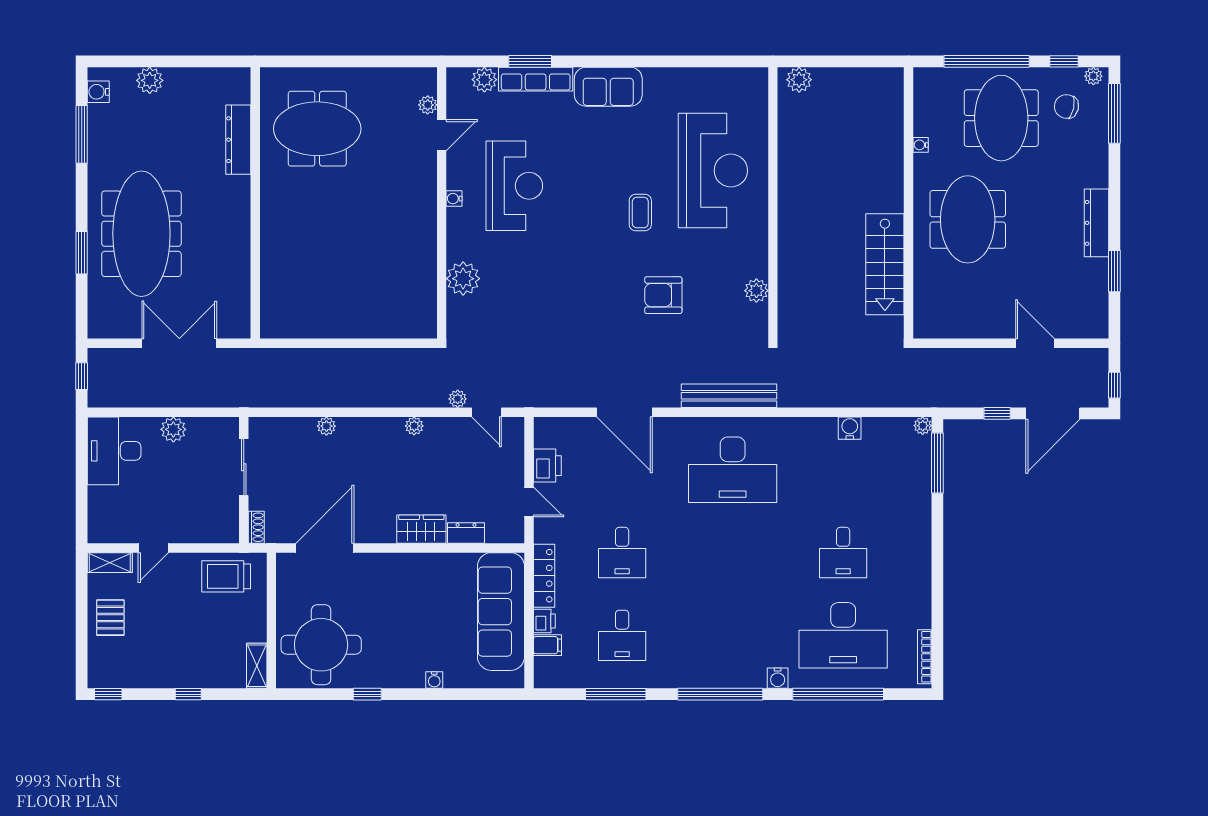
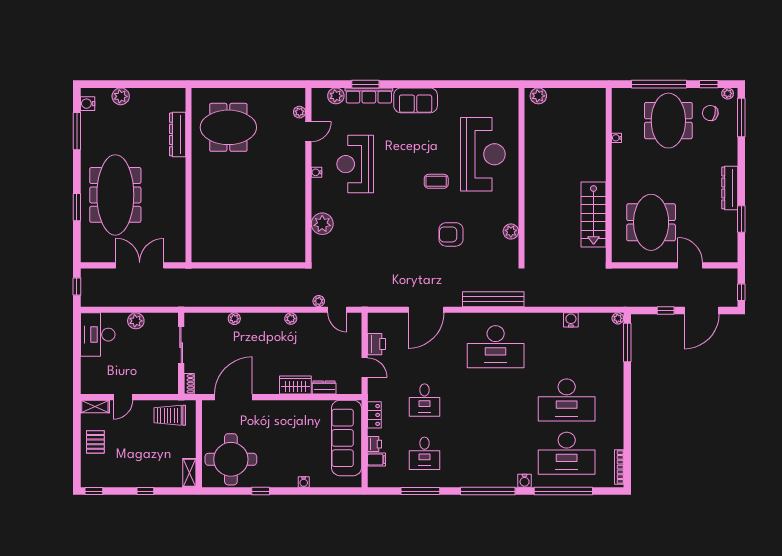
reception desk: (514, 186) -> (355, 164), turned 180
coffee table: (640, 213) -> (436, 181), turned 90
meeting table: (968, 219) -> (651, 222), moved
door: (624, 412) -> (426, 310), hinge flipped
desk: (843, 553) -> (567, 400), width x1.87, depth x1.30
locker: (544, 576) -> (374, 415), width x0.66

